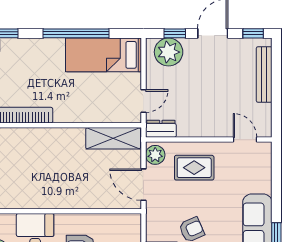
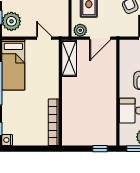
dresser: (161, 129) -> (63, 26), removed

